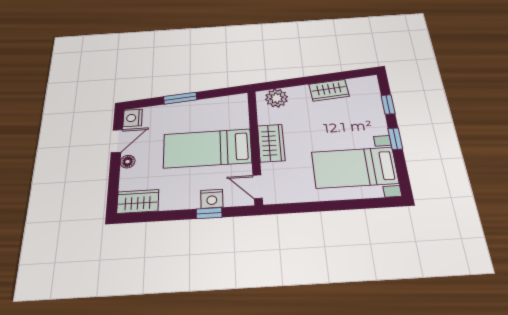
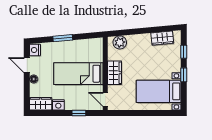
wardrobe: (329, 90) -> (162, 38), moved
door: (117, 141) -> (27, 65), swing flipped
nightstand: (212, 199) -> (58, 105), moved

